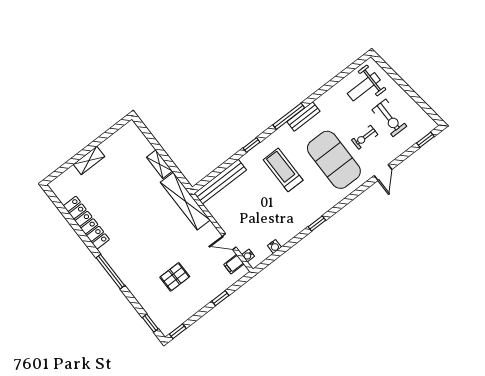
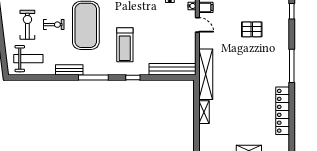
bench: (303, 117) -> (69, 70), moved

